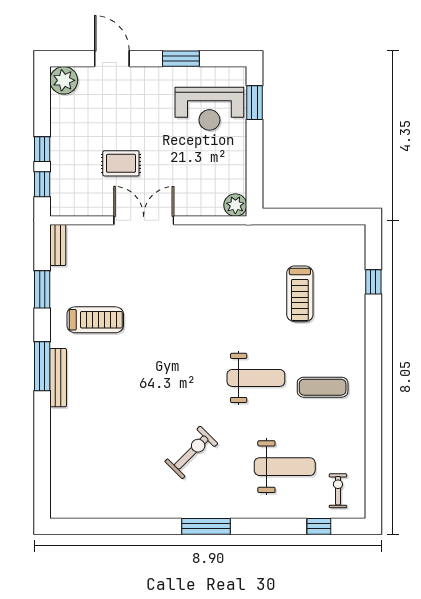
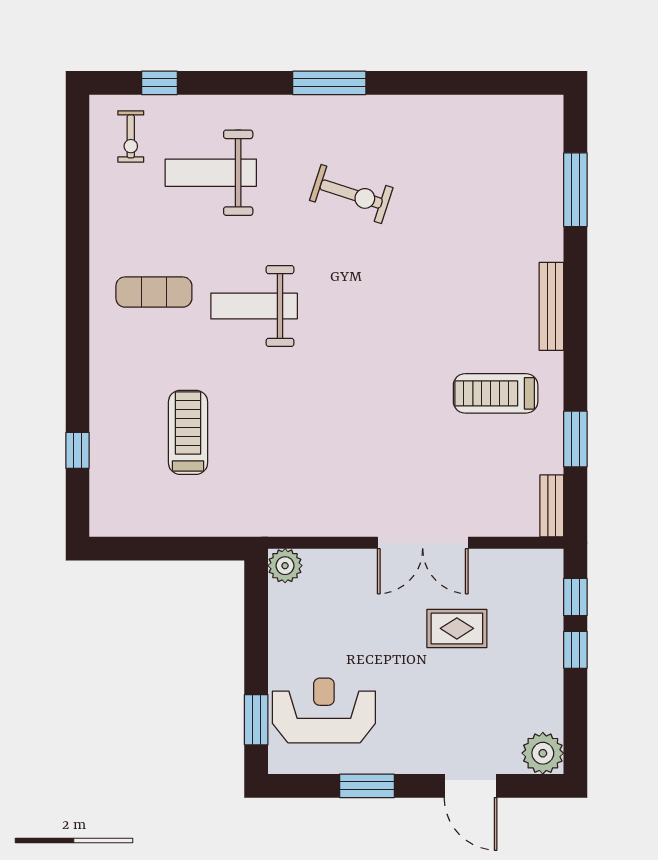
window: (42, 366) -> (575, 190), moved
exercise bike: (191, 452) -> (351, 194), turned -117

